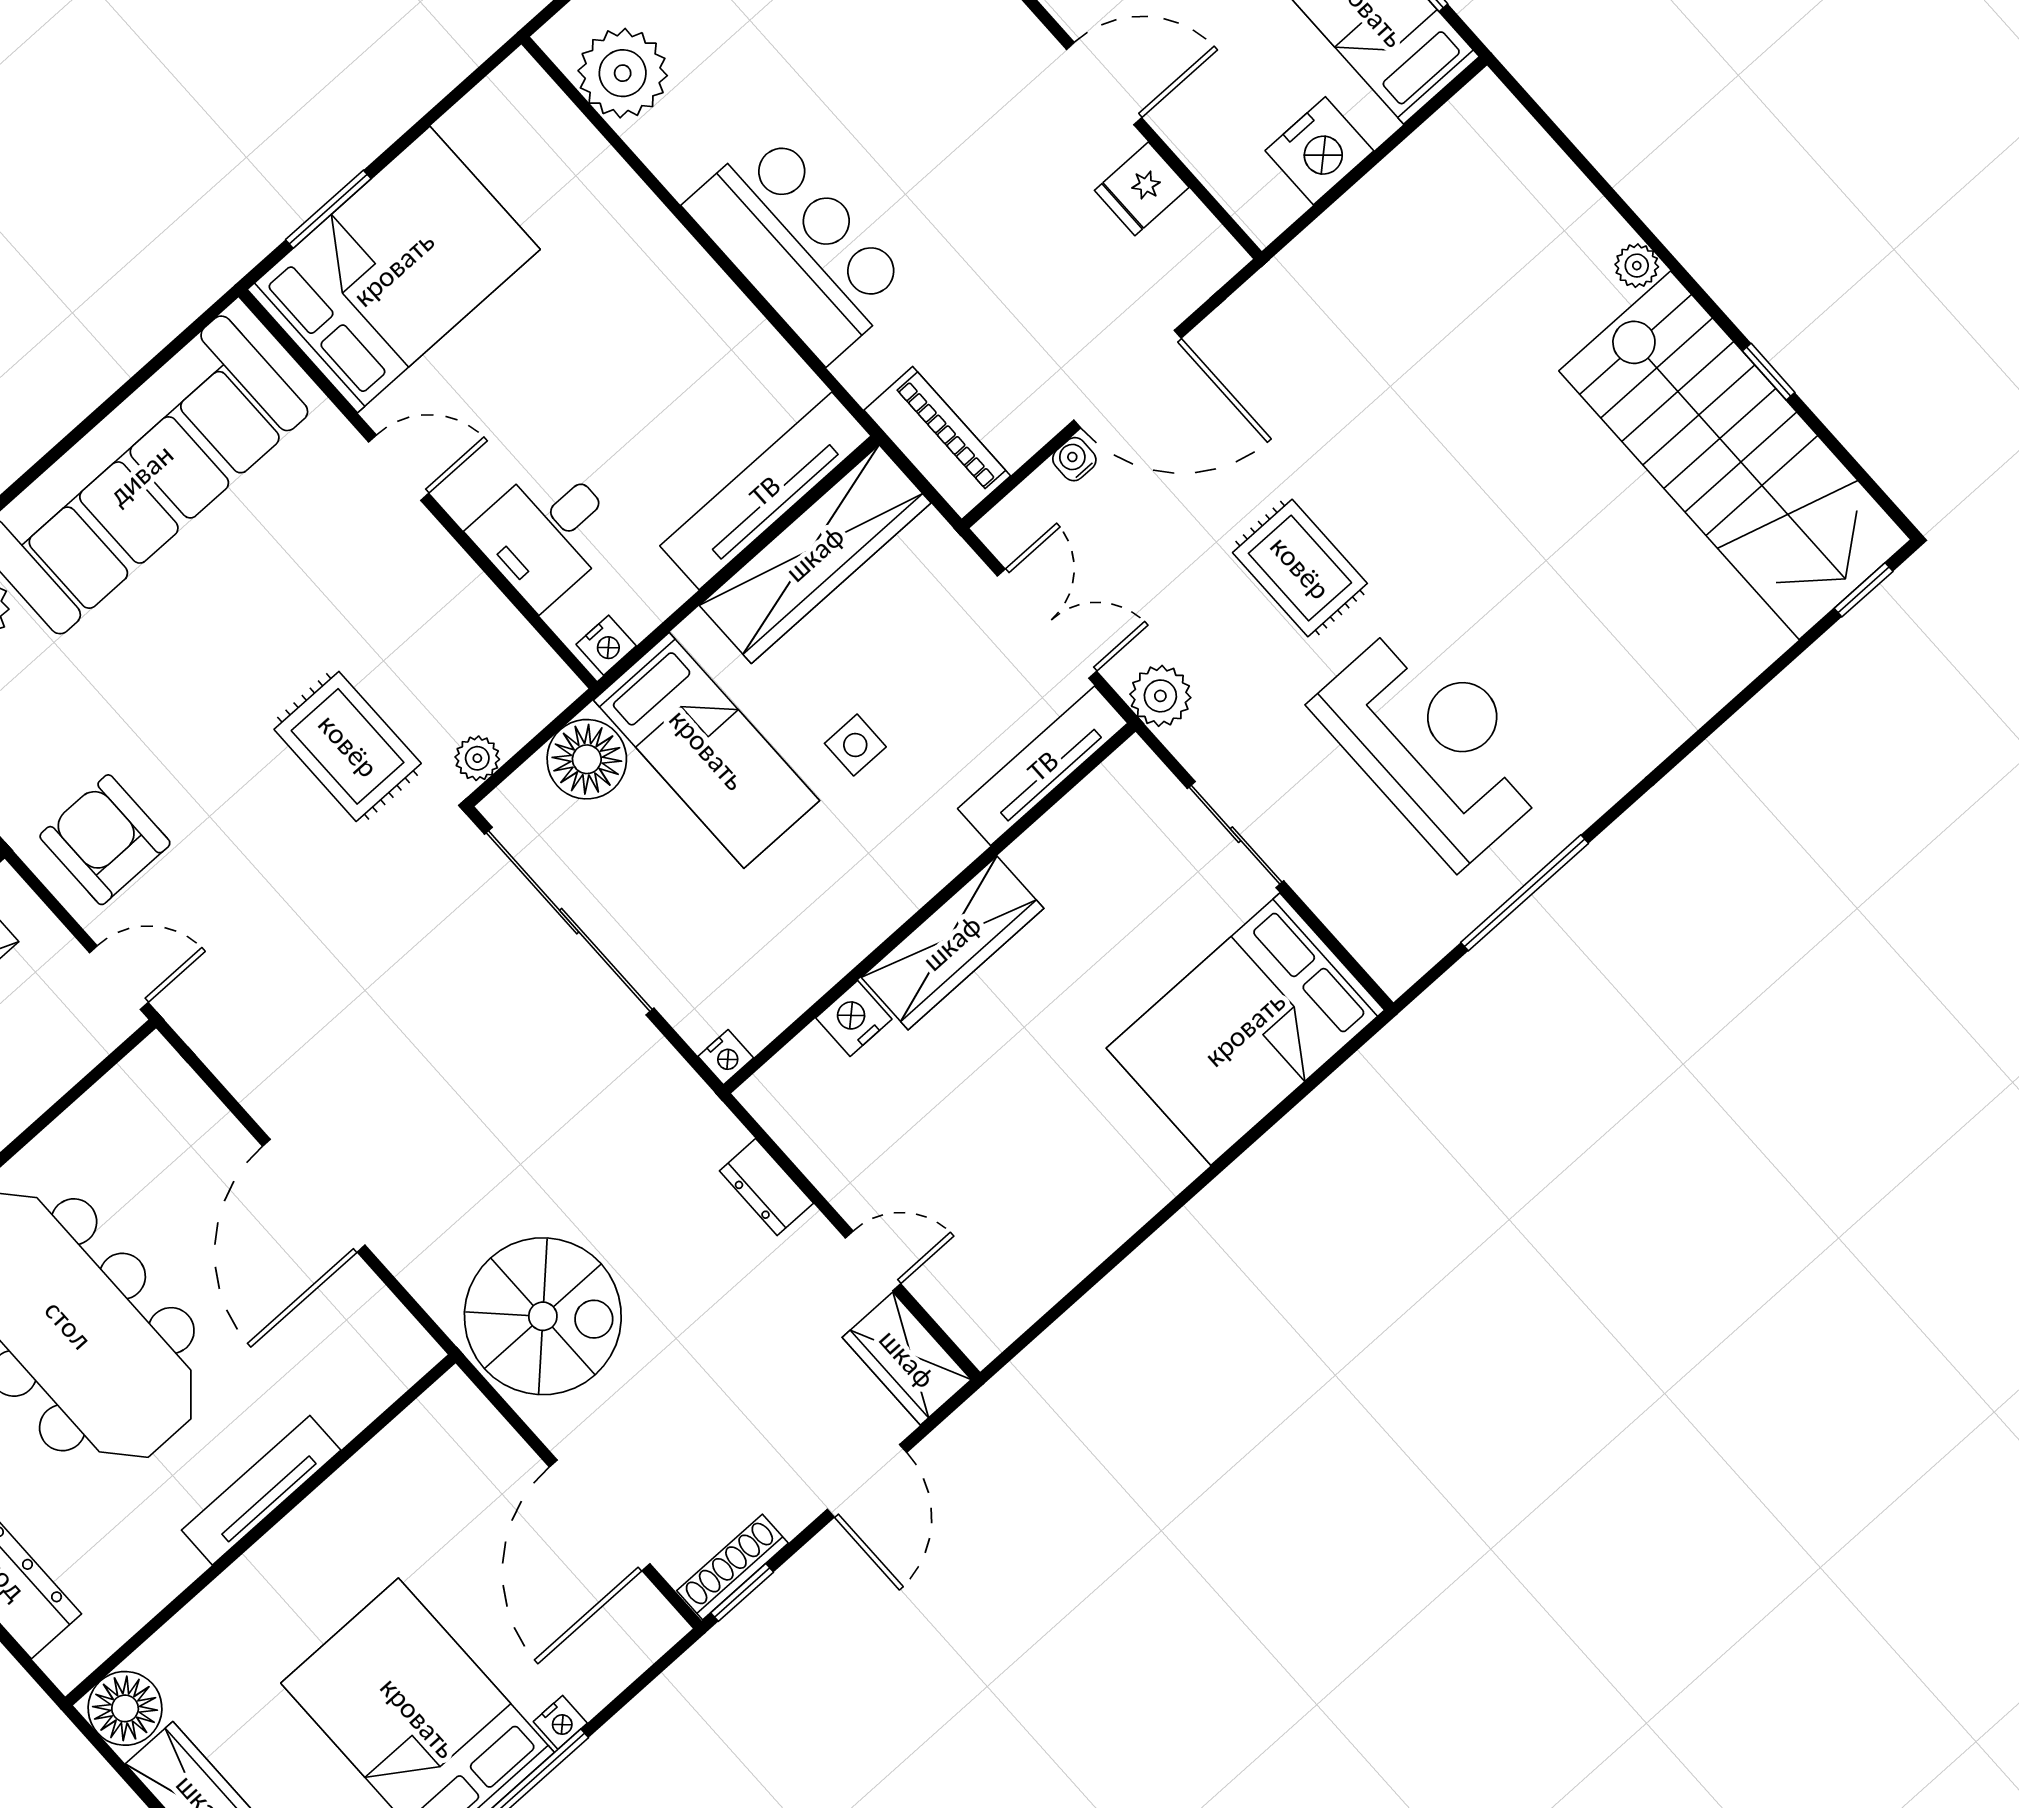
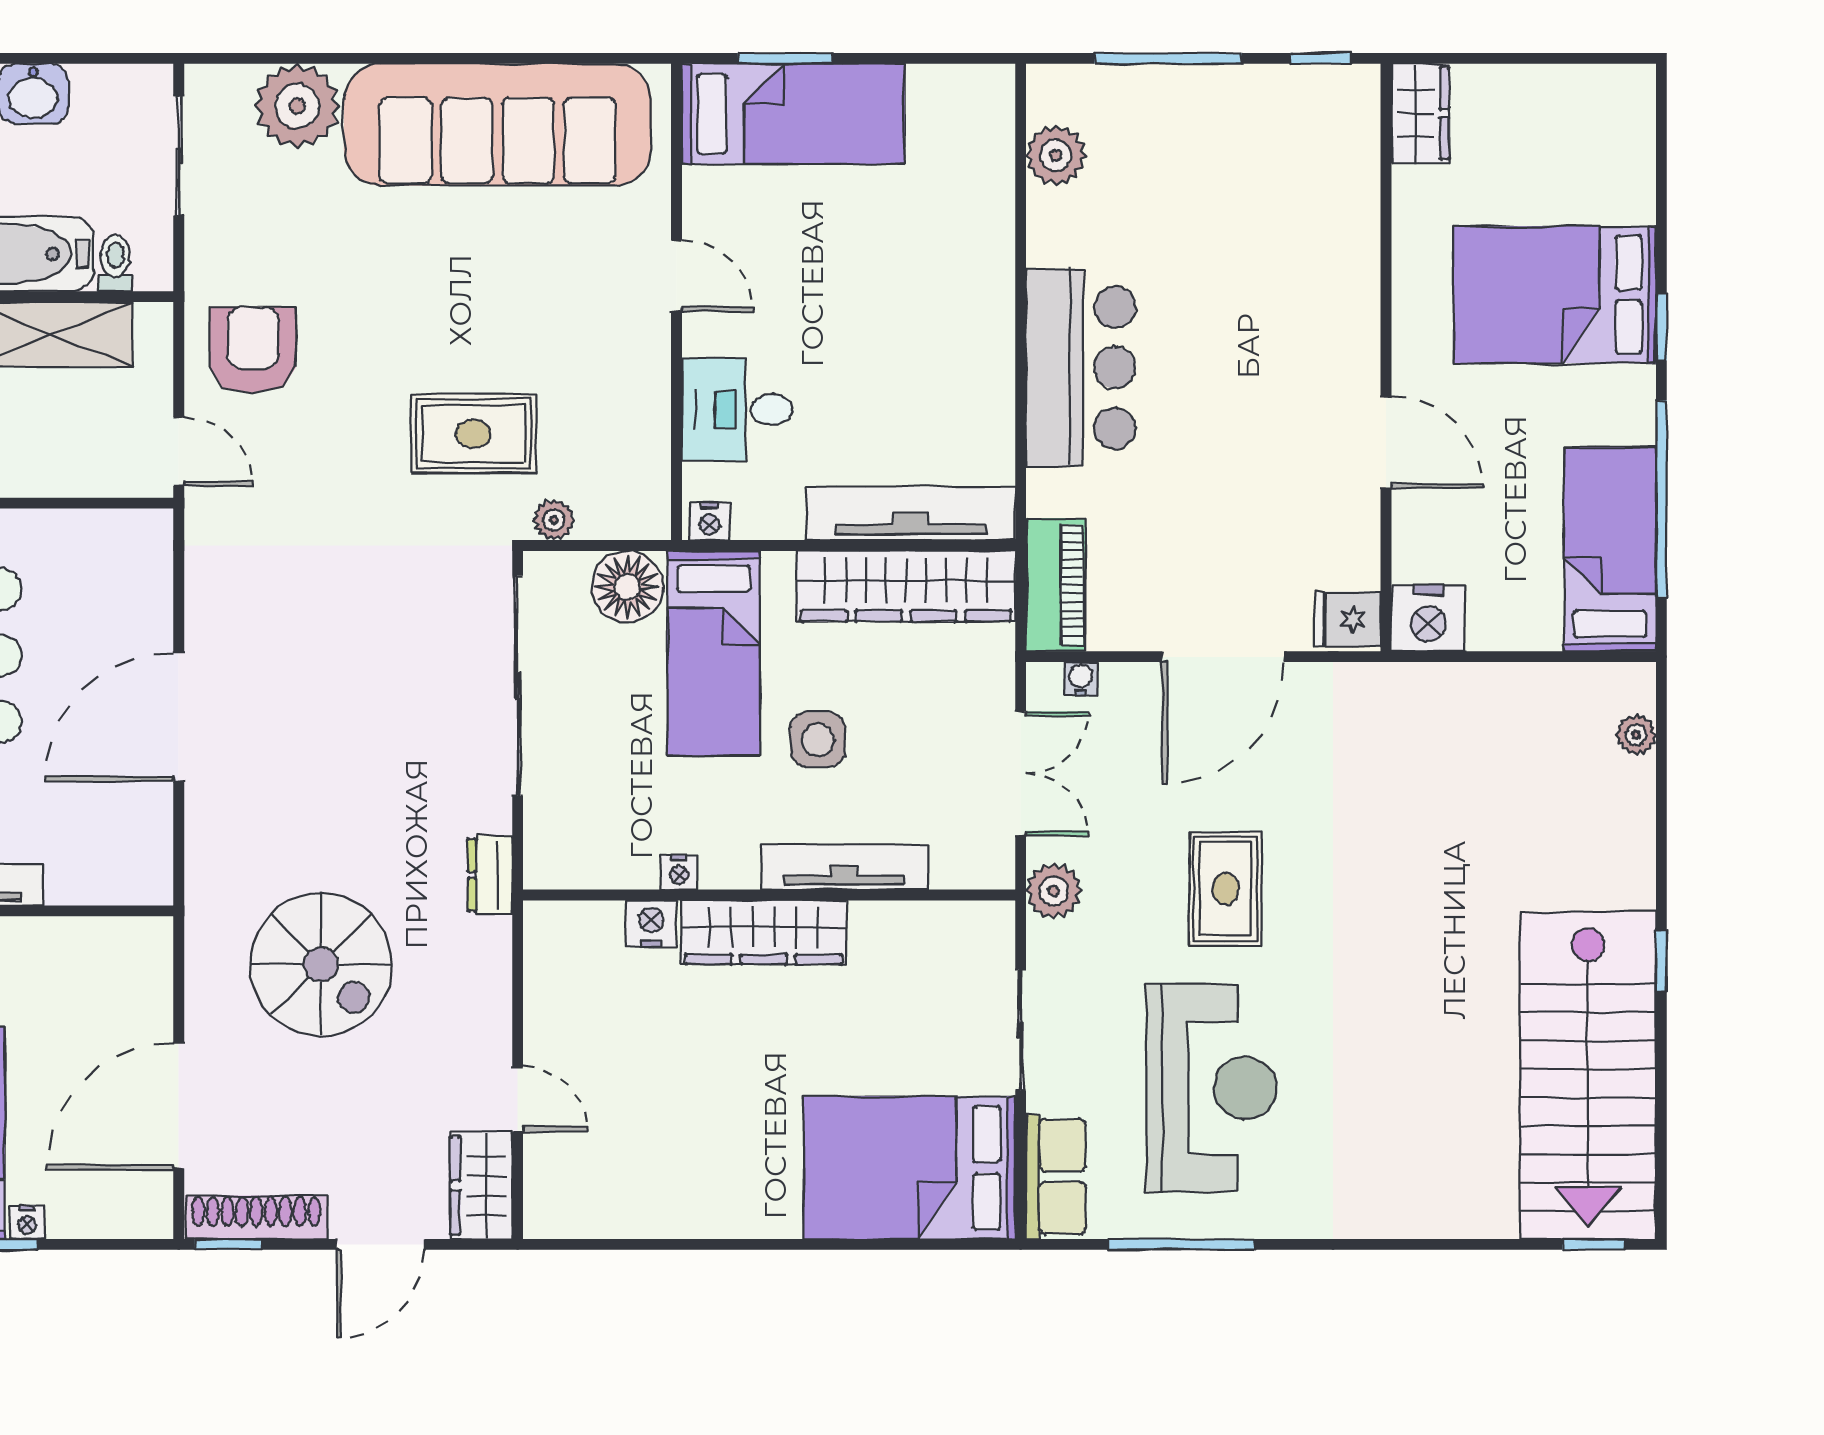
plant: (623, 73) -> (1056, 155), width x0.73, depth x0.73
nightstand: (1319, 151) -> (1428, 618), moved
fridge: (1142, 189) -> (1348, 619), moved
plant: (1637, 266) -> (1636, 735), moved
bed: (394, 269) -> (793, 114), width x0.67
window: (1769, 372) -> (1661, 961), moved
door: (1127, 379) -> (1223, 657), hinge flipped
water cooler: (1074, 459) -> (1081, 679), moved
side table: (855, 745) -> (818, 740), width x1.37, depth x1.37
rug: (348, 746) -> (473, 433), turned 90
tv unit: (1043, 766) -> (844, 867), moved
row of seats: (1372, 929) -> (1056, 1177), added
nightstand: (726, 1057) -> (679, 872), moved
dresser: (766, 1187) -> (490, 875), moved
spiral stairs: (543, 1316) -> (321, 964), moved
shoe rack: (733, 1567) -> (256, 1217), width x1.36, depth x1.24

